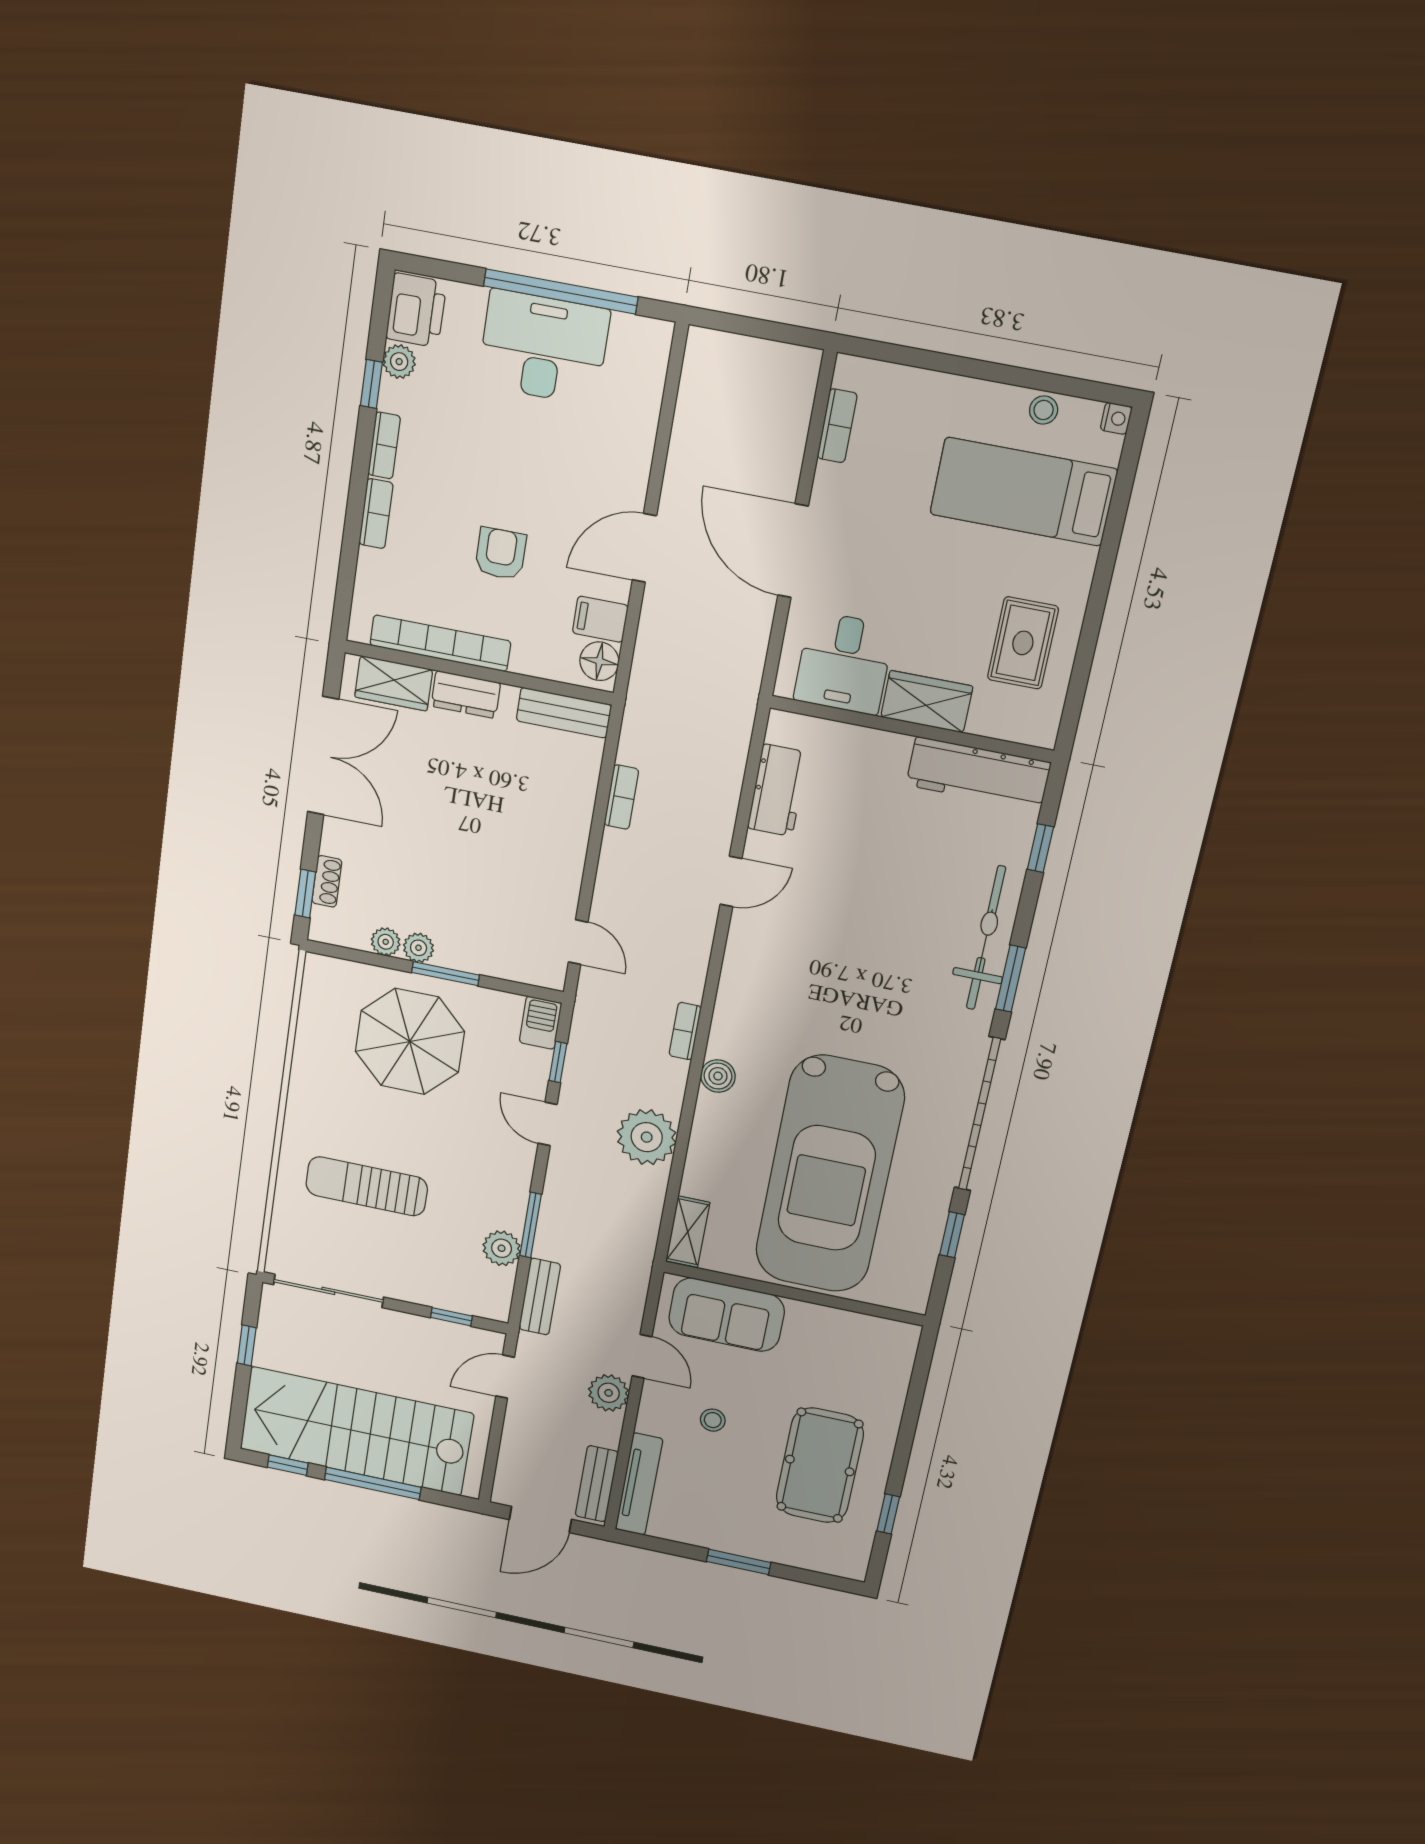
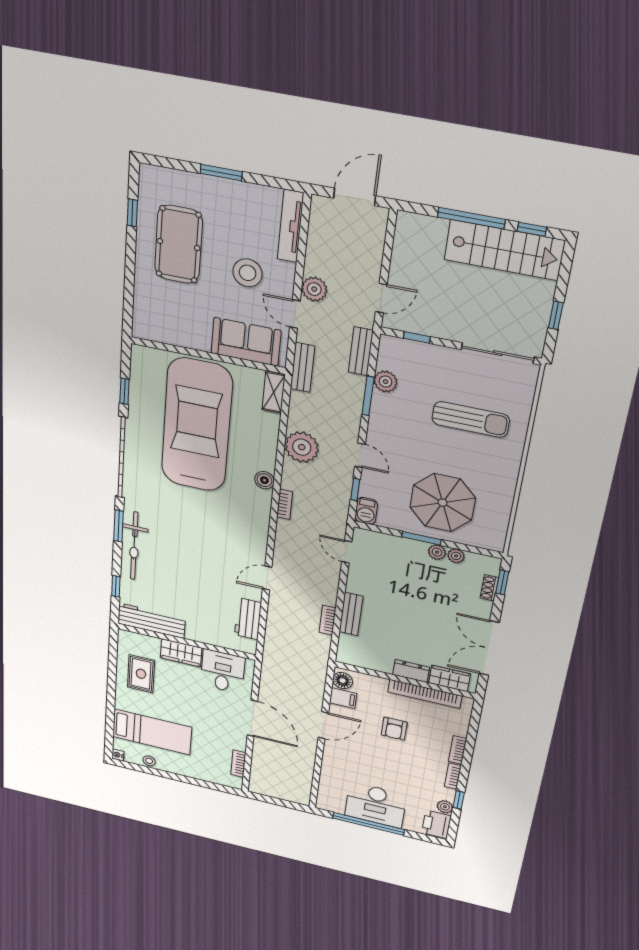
bench: (564, 713) -> (351, 614), moved, turned 90
stool: (713, 1420) -> (248, 273), width x1.89, depth x1.89
stairs: (356, 1431) -> (504, 250), width x0.73, depth x0.66
bench: (597, 1484) -> (303, 367), moved

